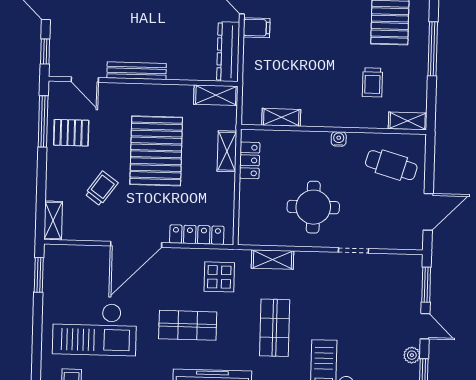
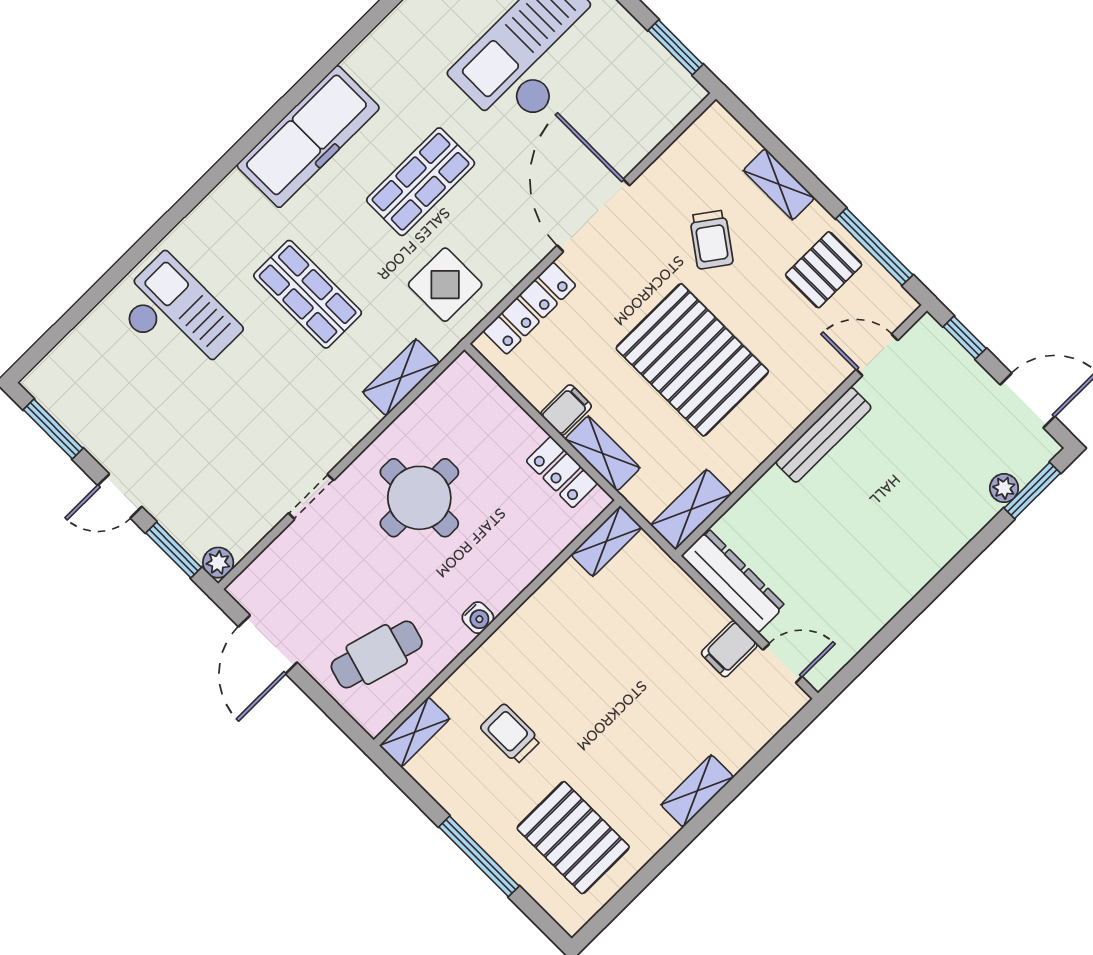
shelving: (281, 117) -> (606, 541), moved
filing cabinet: (223, 182) -> (566, 410), added
shelving: (53, 221) -> (779, 184), moved
plant: (412, 355) -> (218, 563), moved

